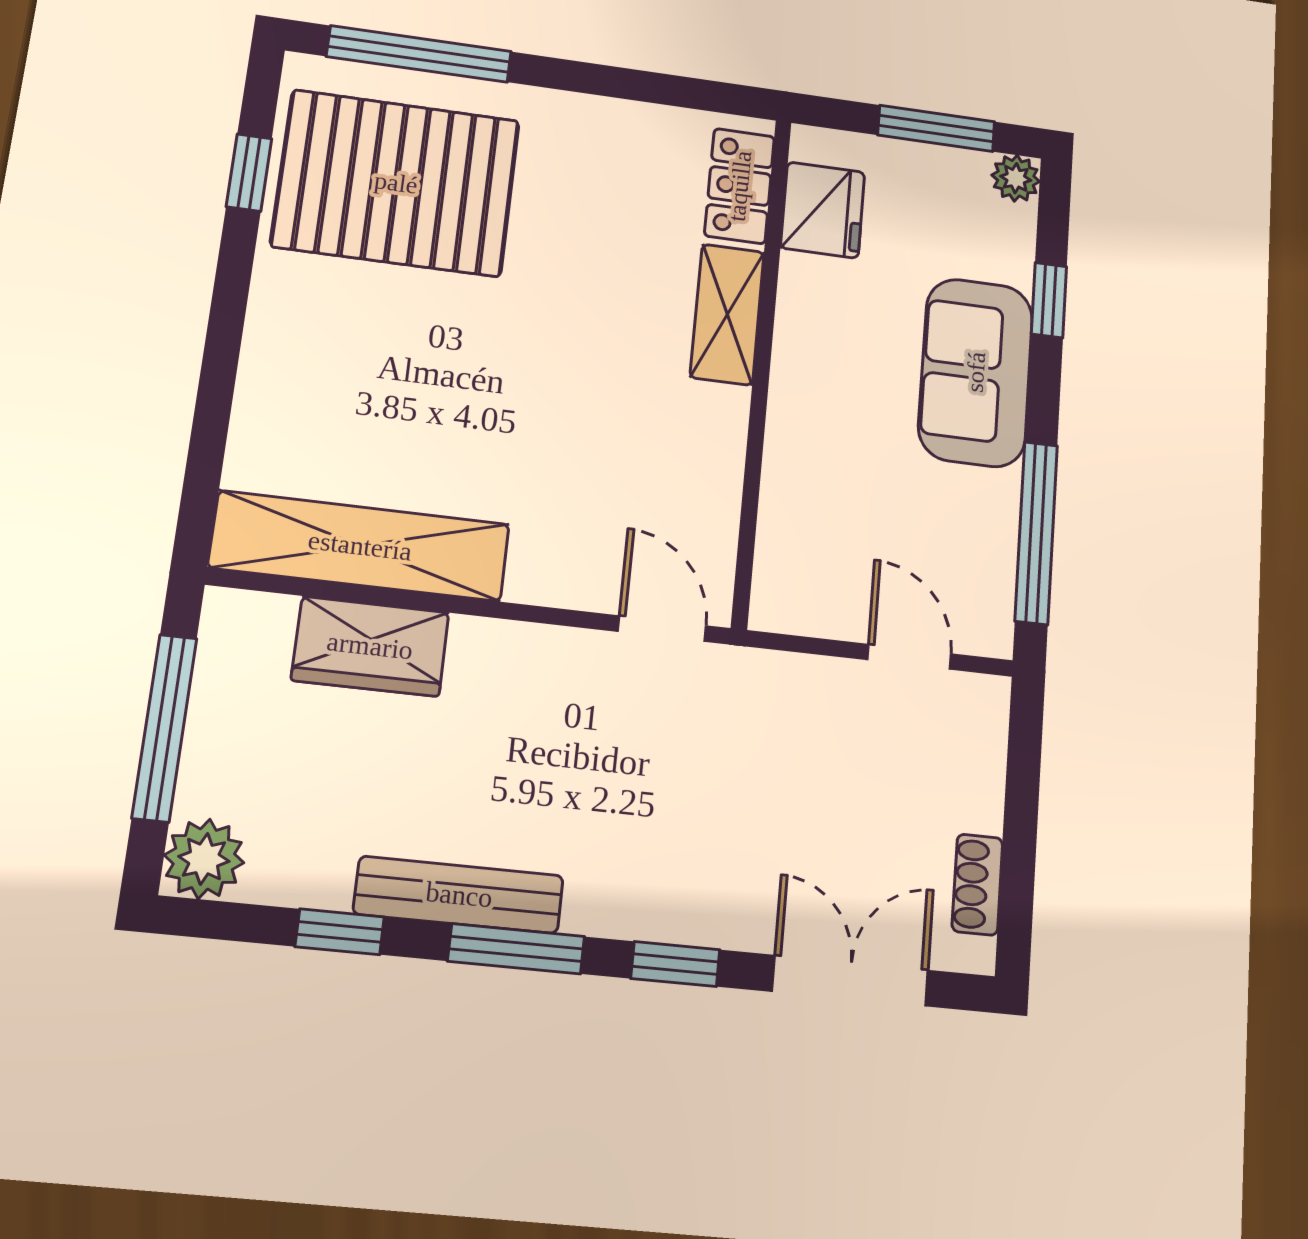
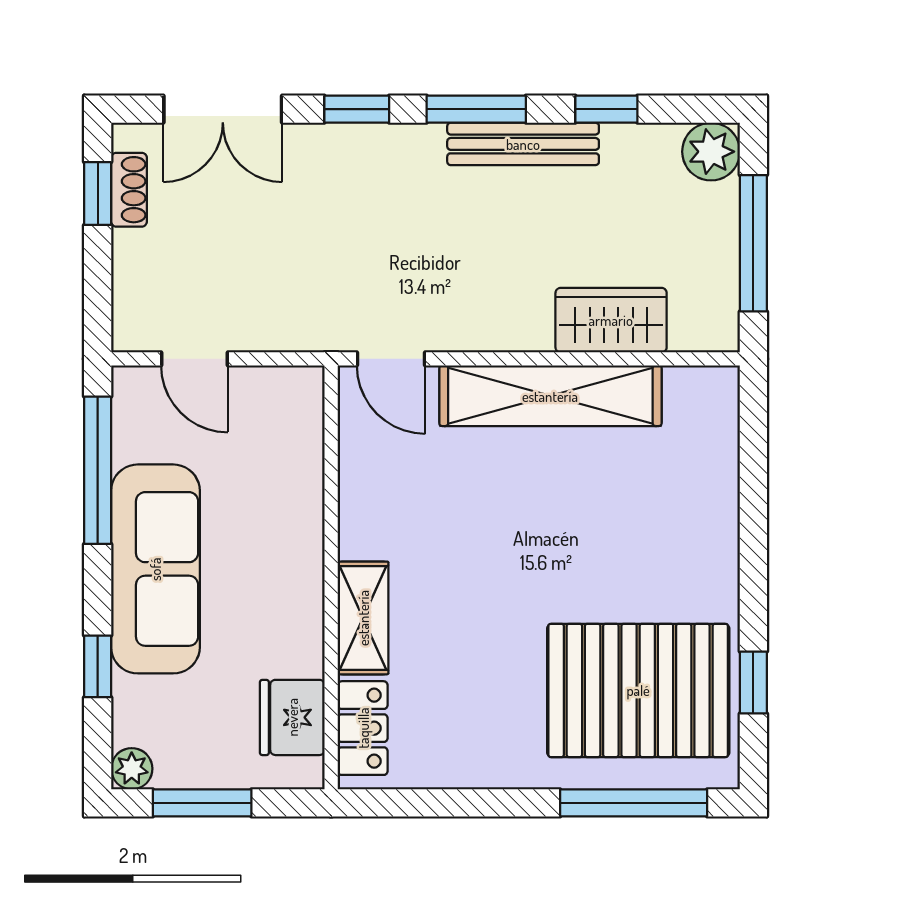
sofa: (976, 372) -> (155, 569), width x1.36
shelving: (360, 546) -> (550, 396), moved
window: (1017, 883) -> (98, 194), added

